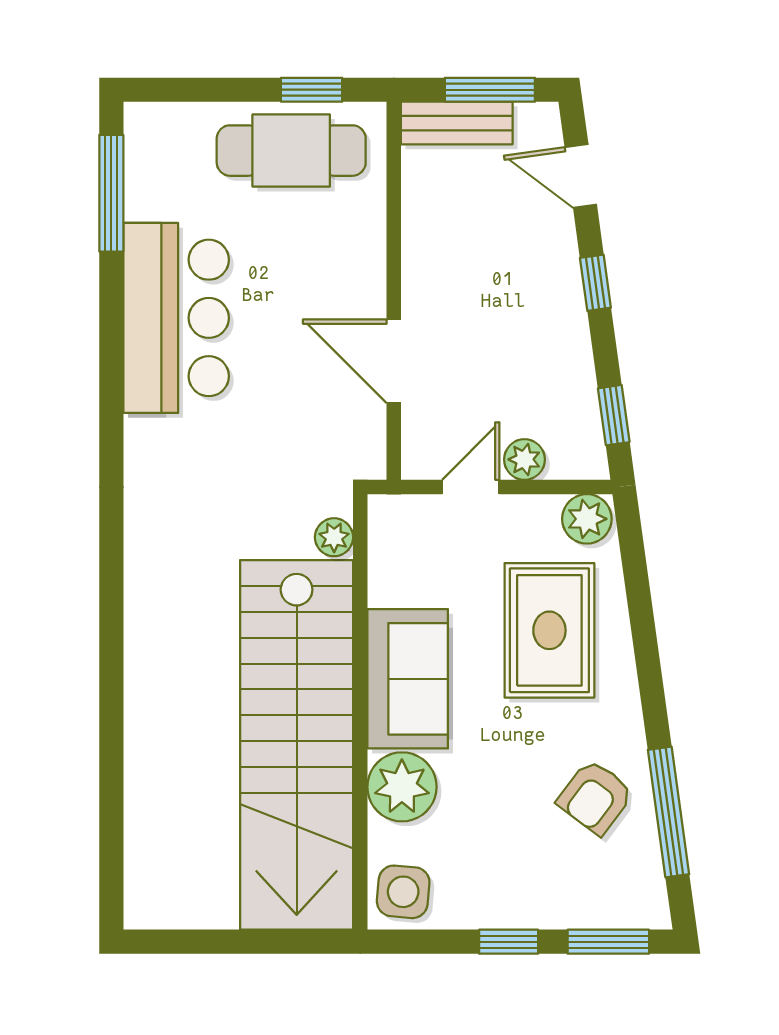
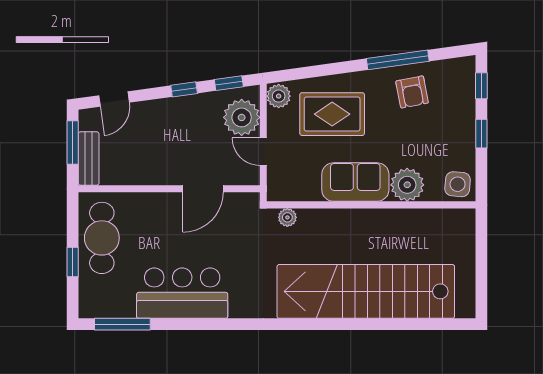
window: (312, 90) -> (73, 262), moved
window: (595, 283) -> (184, 89), moved
plant: (524, 459) -> (242, 117), width x1.88, depth x1.88
stairs: (297, 745) -> (366, 291), moved, turned 180
armchair: (595, 797) -> (412, 92), turned 42
window: (668, 812) -> (398, 60), moved
window: (608, 942) -> (481, 86), width x0.67

